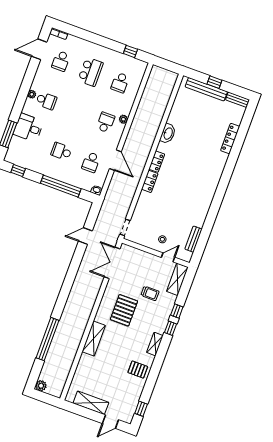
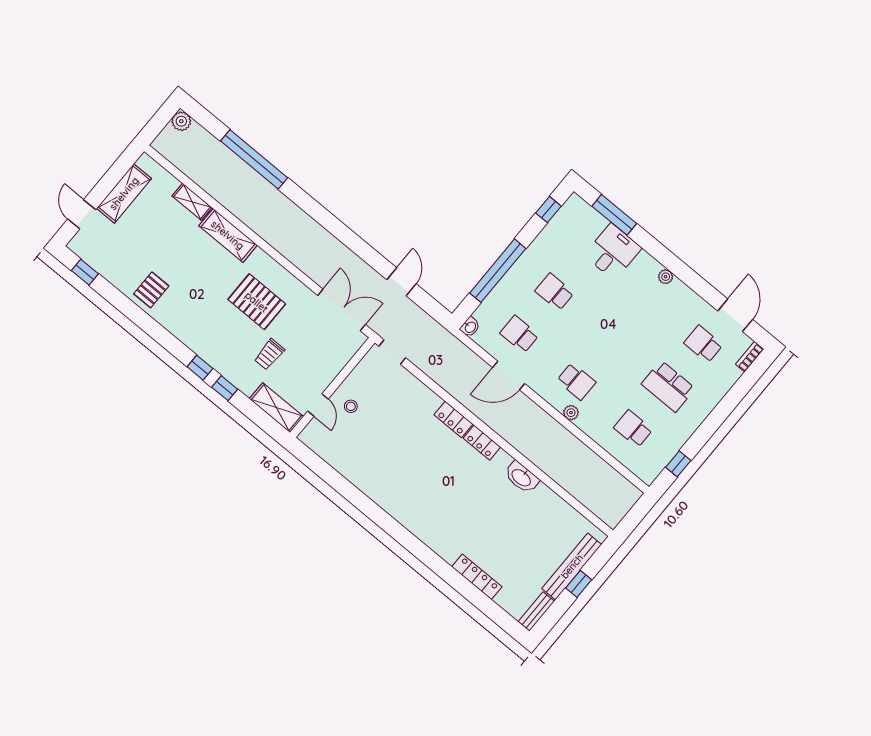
school desk: (46, 101) -> (646, 297), removed
school desk: (61, 151) -> (555, 292), turned -90
bench: (193, 239) -> (333, 458), removed
shelving: (155, 344) -> (192, 202), moved

